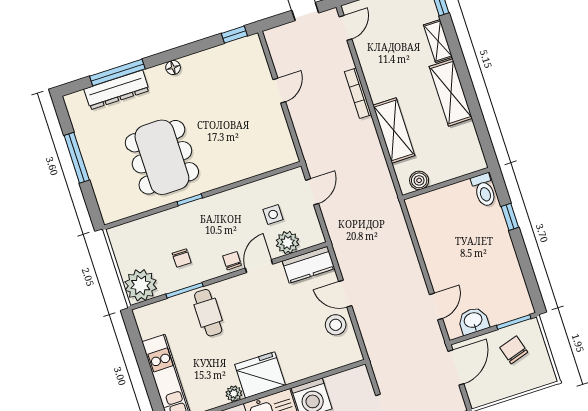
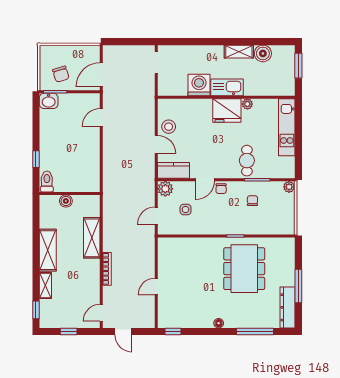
dresser: (117, 90) -> (288, 307), moved, turned -90
boiler: (419, 180) -> (66, 201), moved
plant: (288, 242) -> (165, 189), moved
plant: (141, 285) -> (289, 187), width x0.53, depth x0.53
washbasin: (473, 321) -> (49, 101), moved

